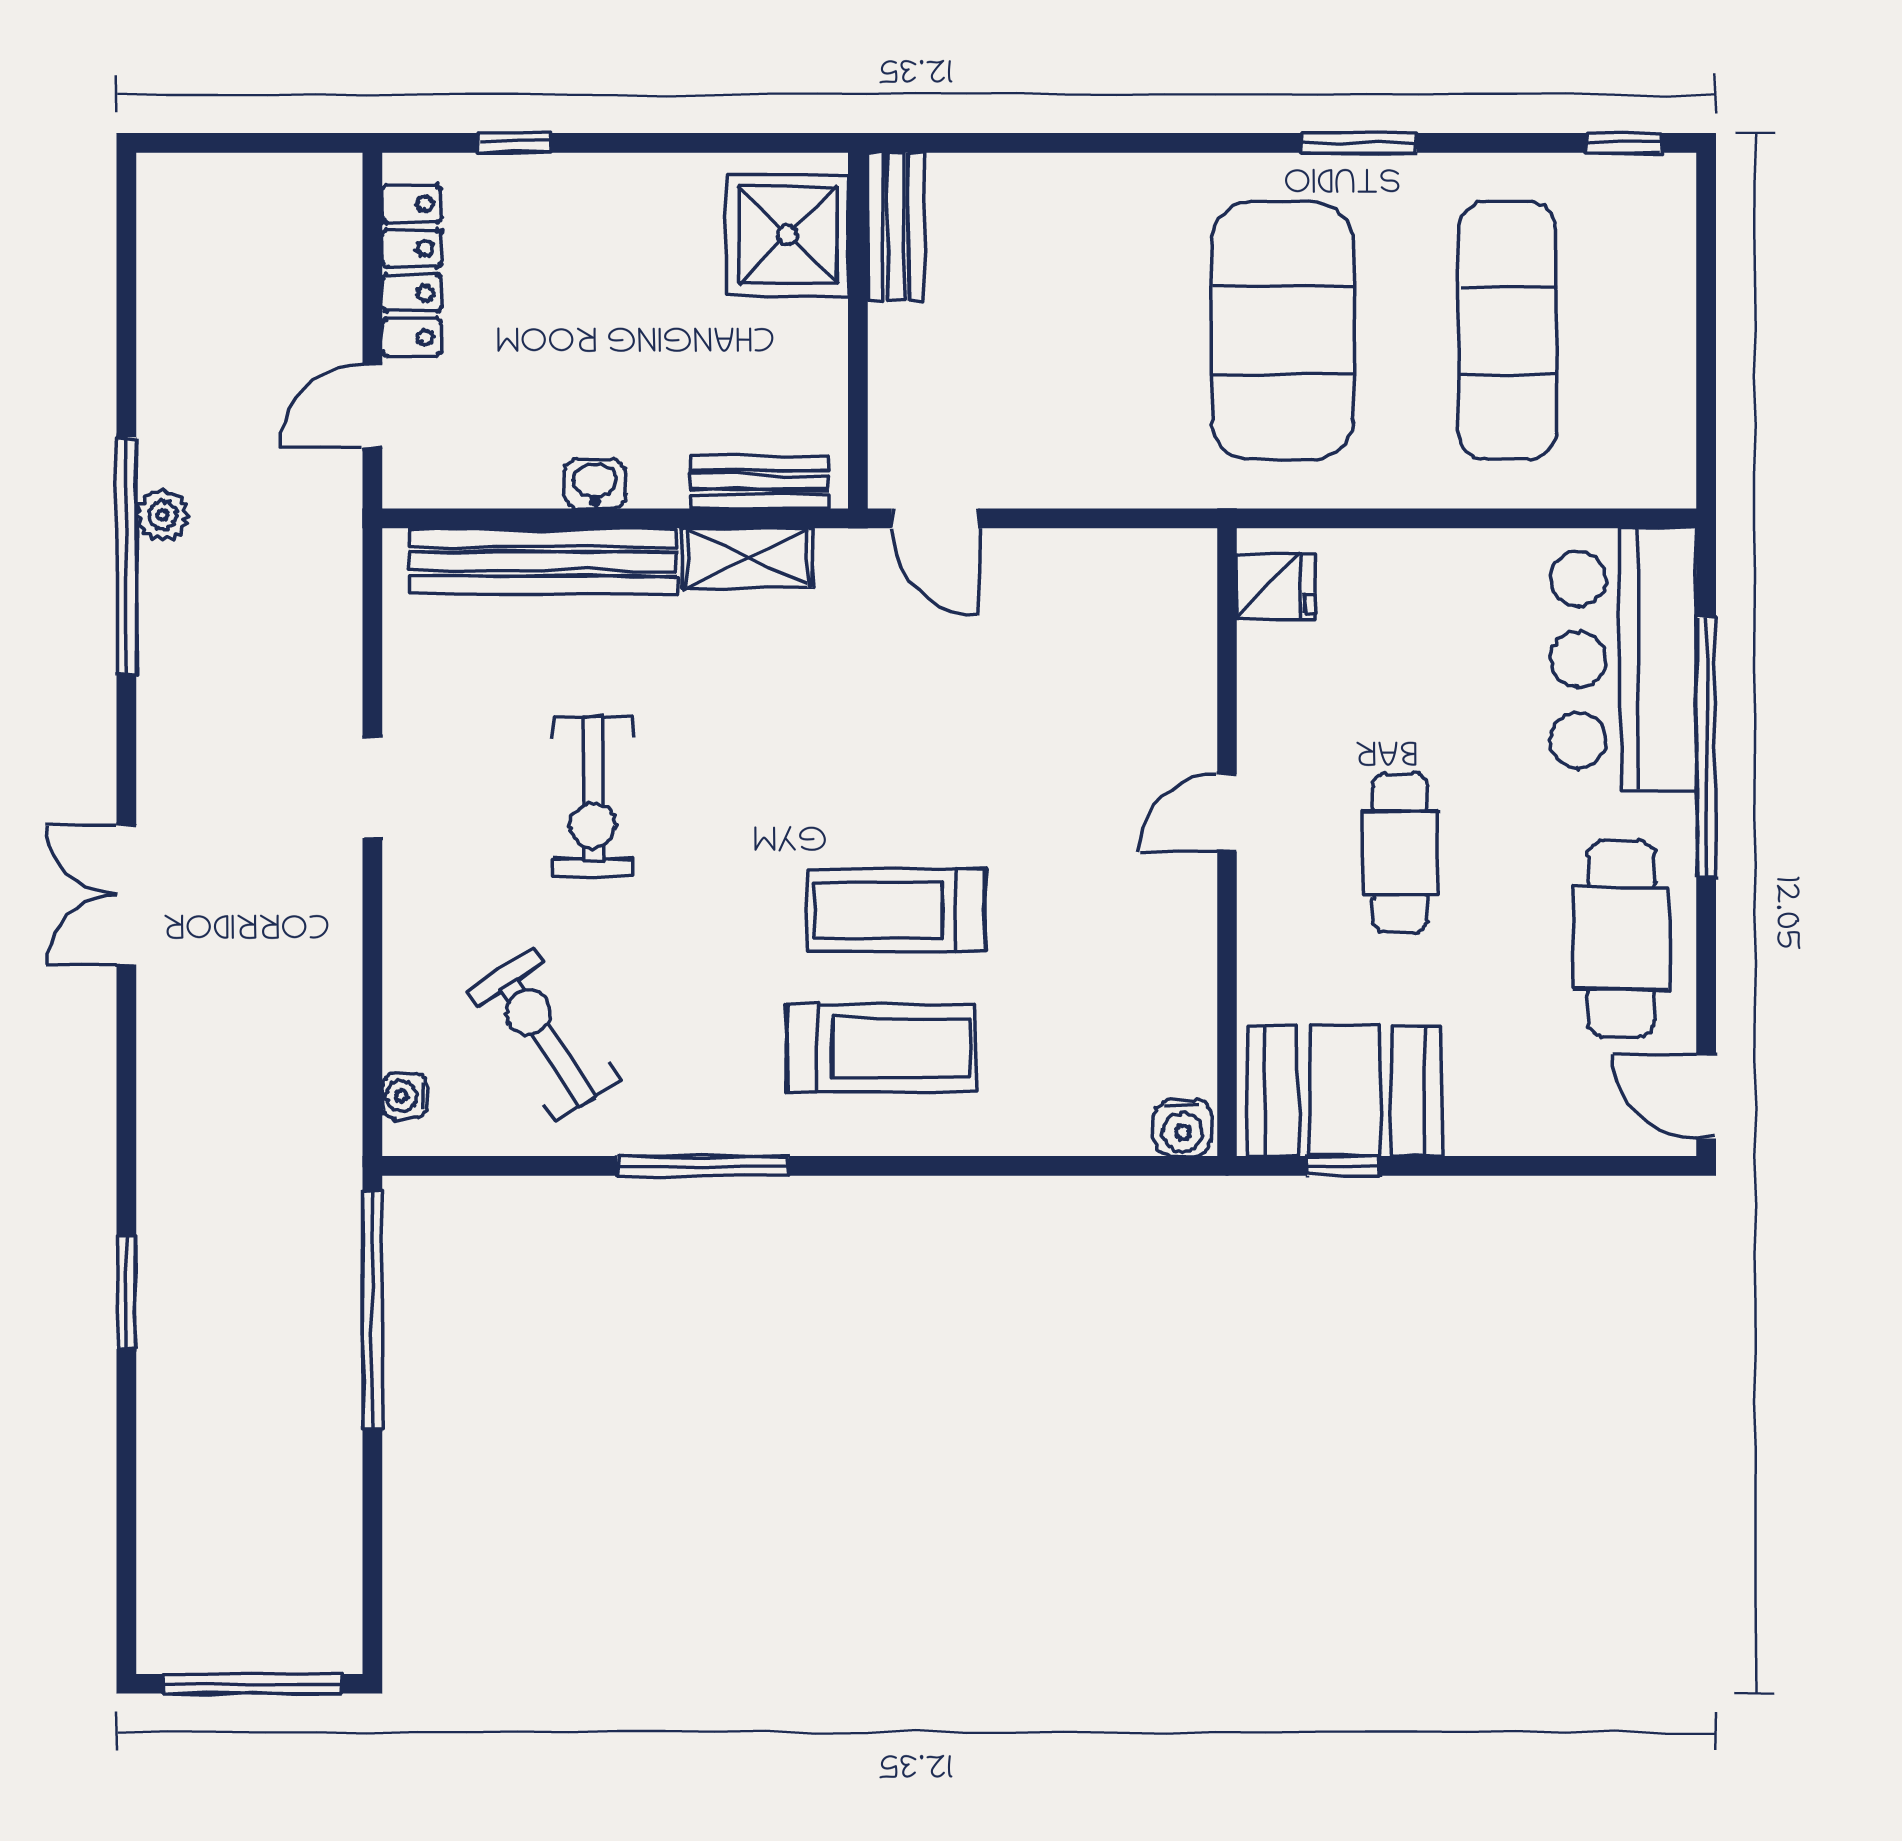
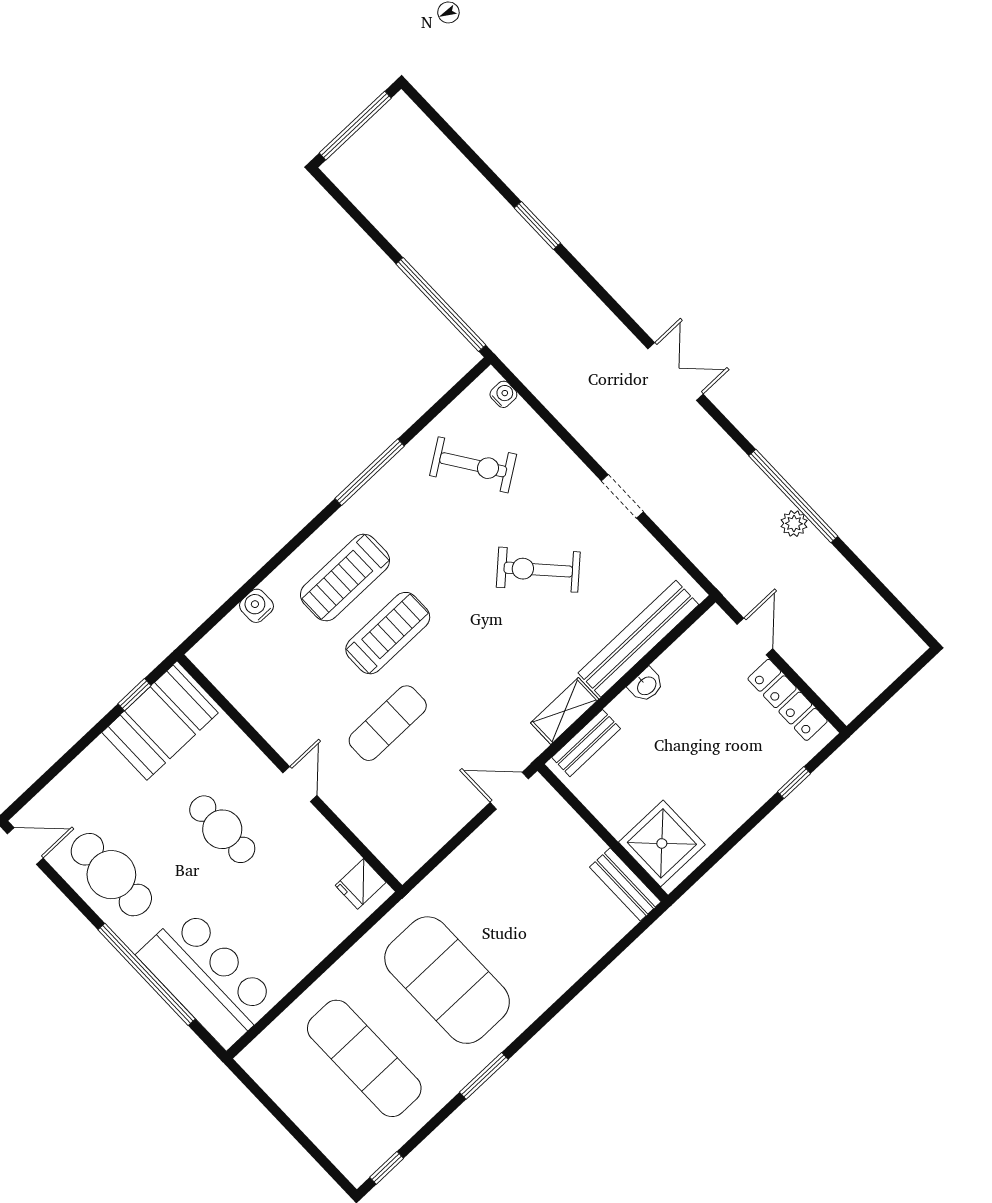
exercise mat: (1018, 781) -> (388, 723), added
exercise bike: (593, 797) -> (538, 570), turned -43
water cooler: (1183, 1128) -> (256, 606), moved

